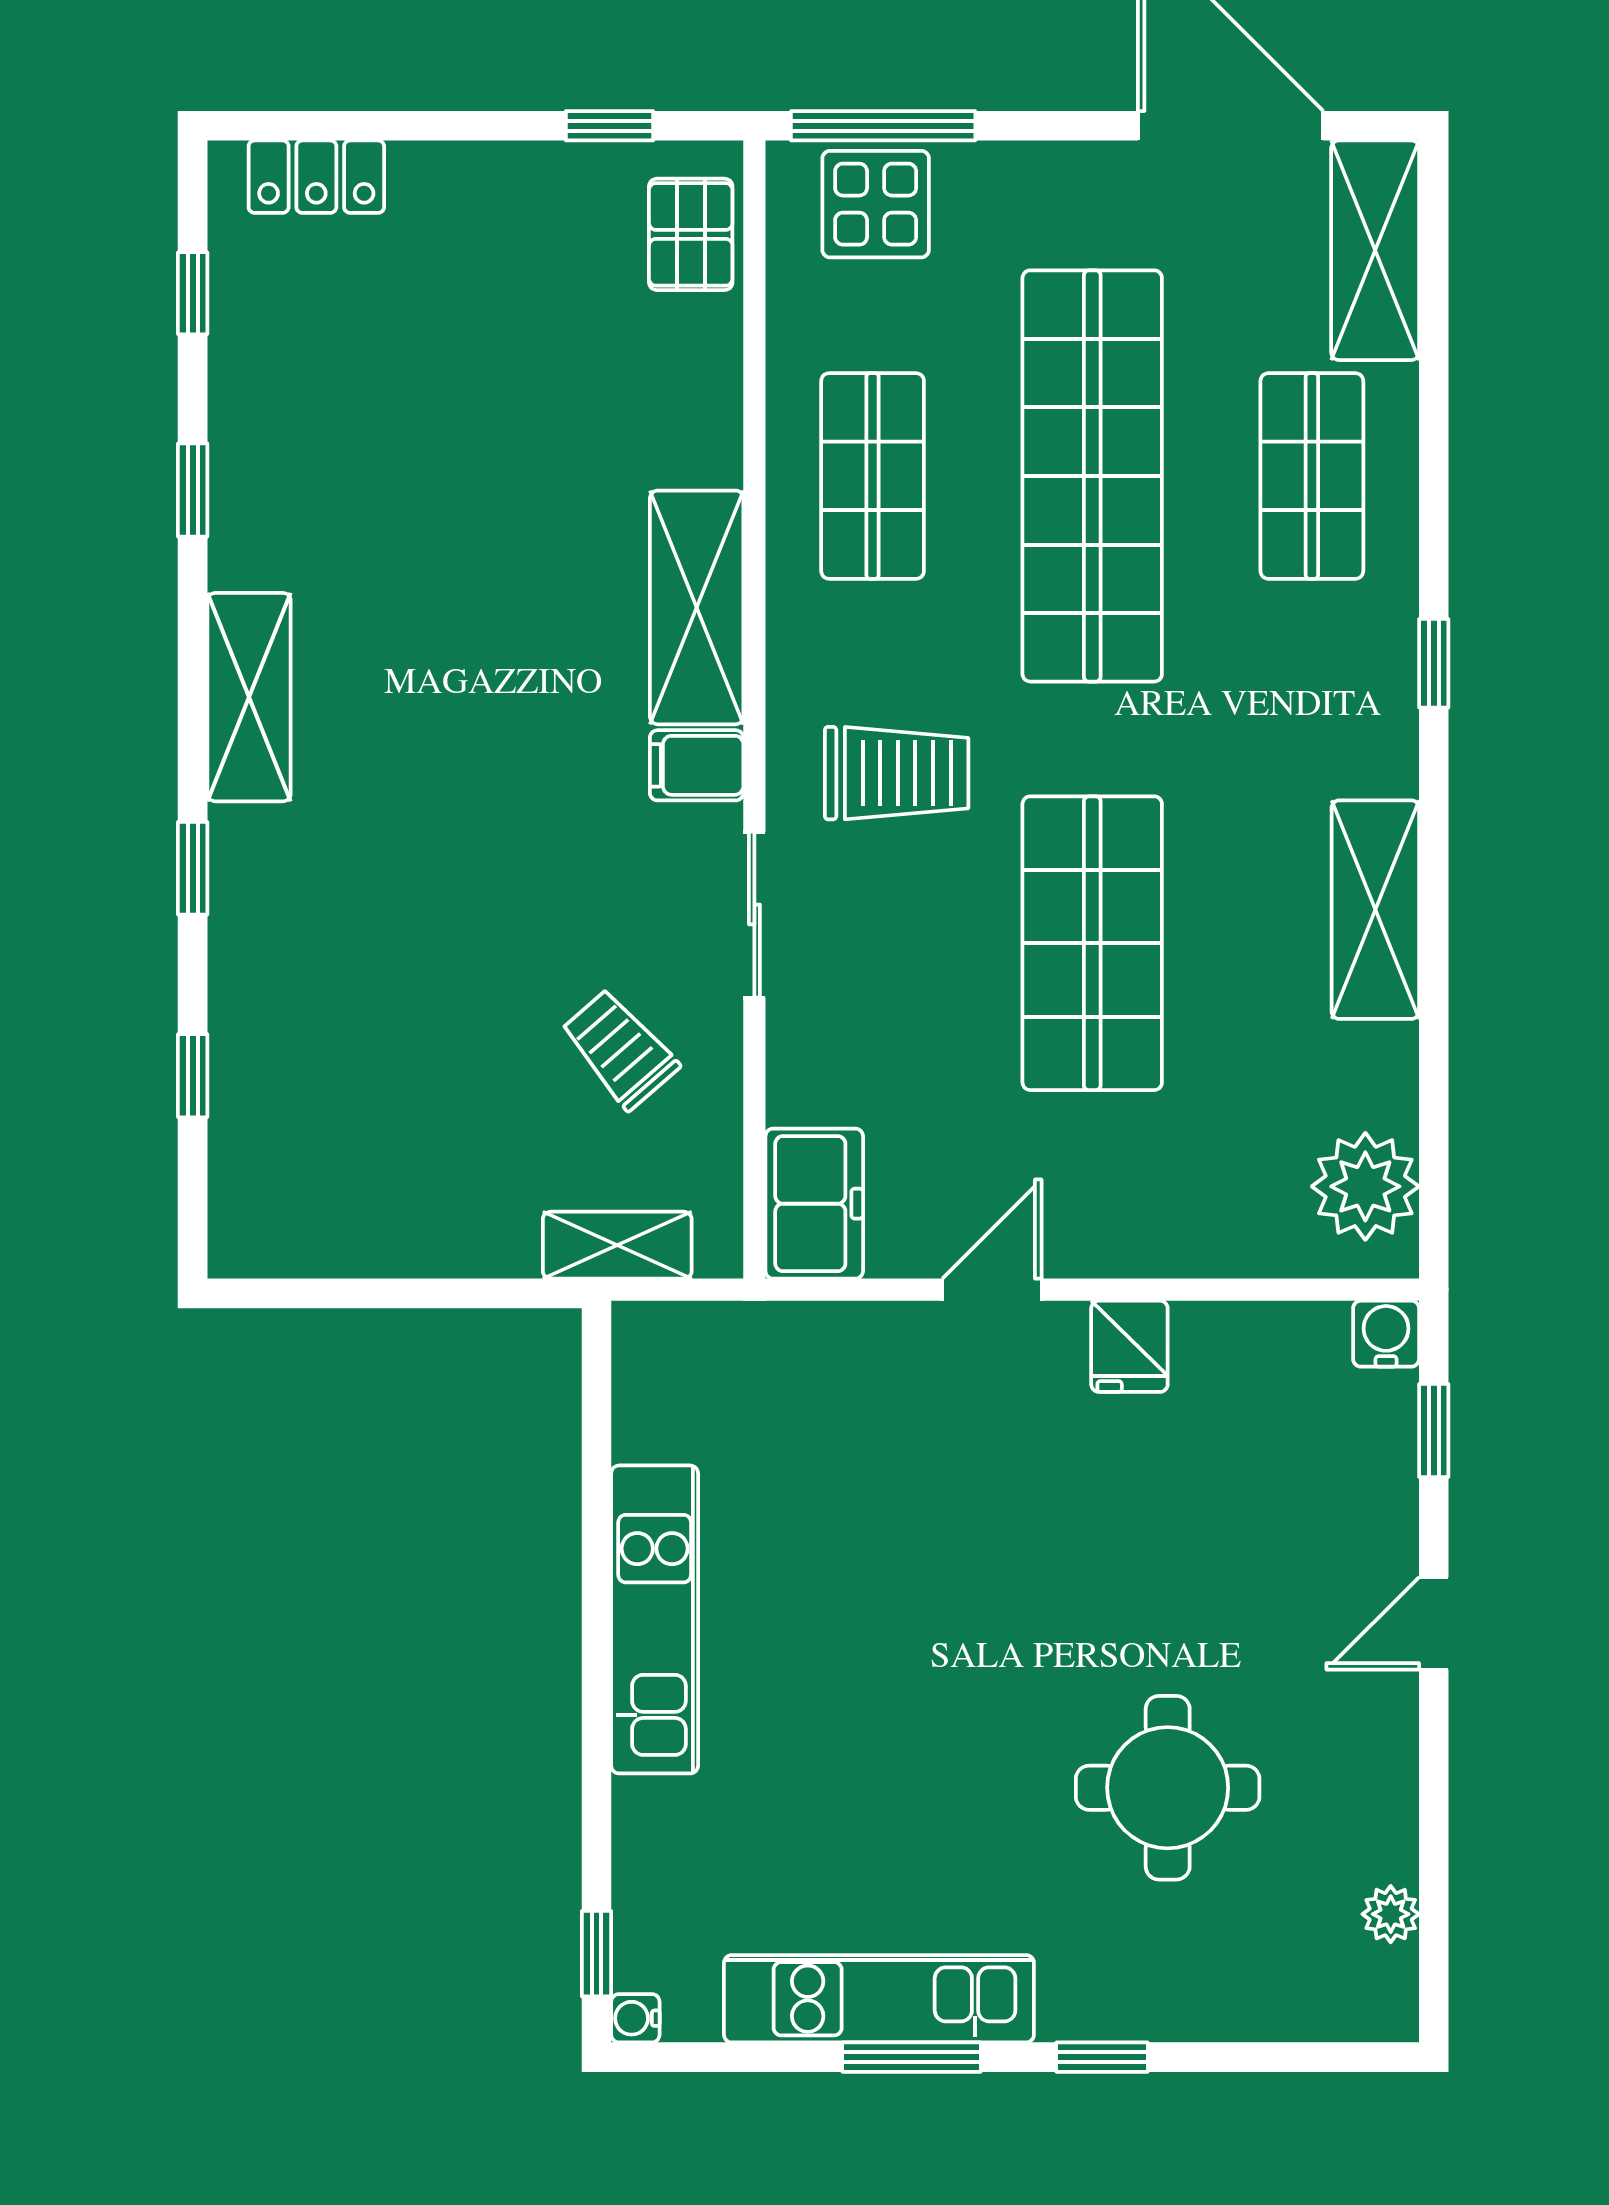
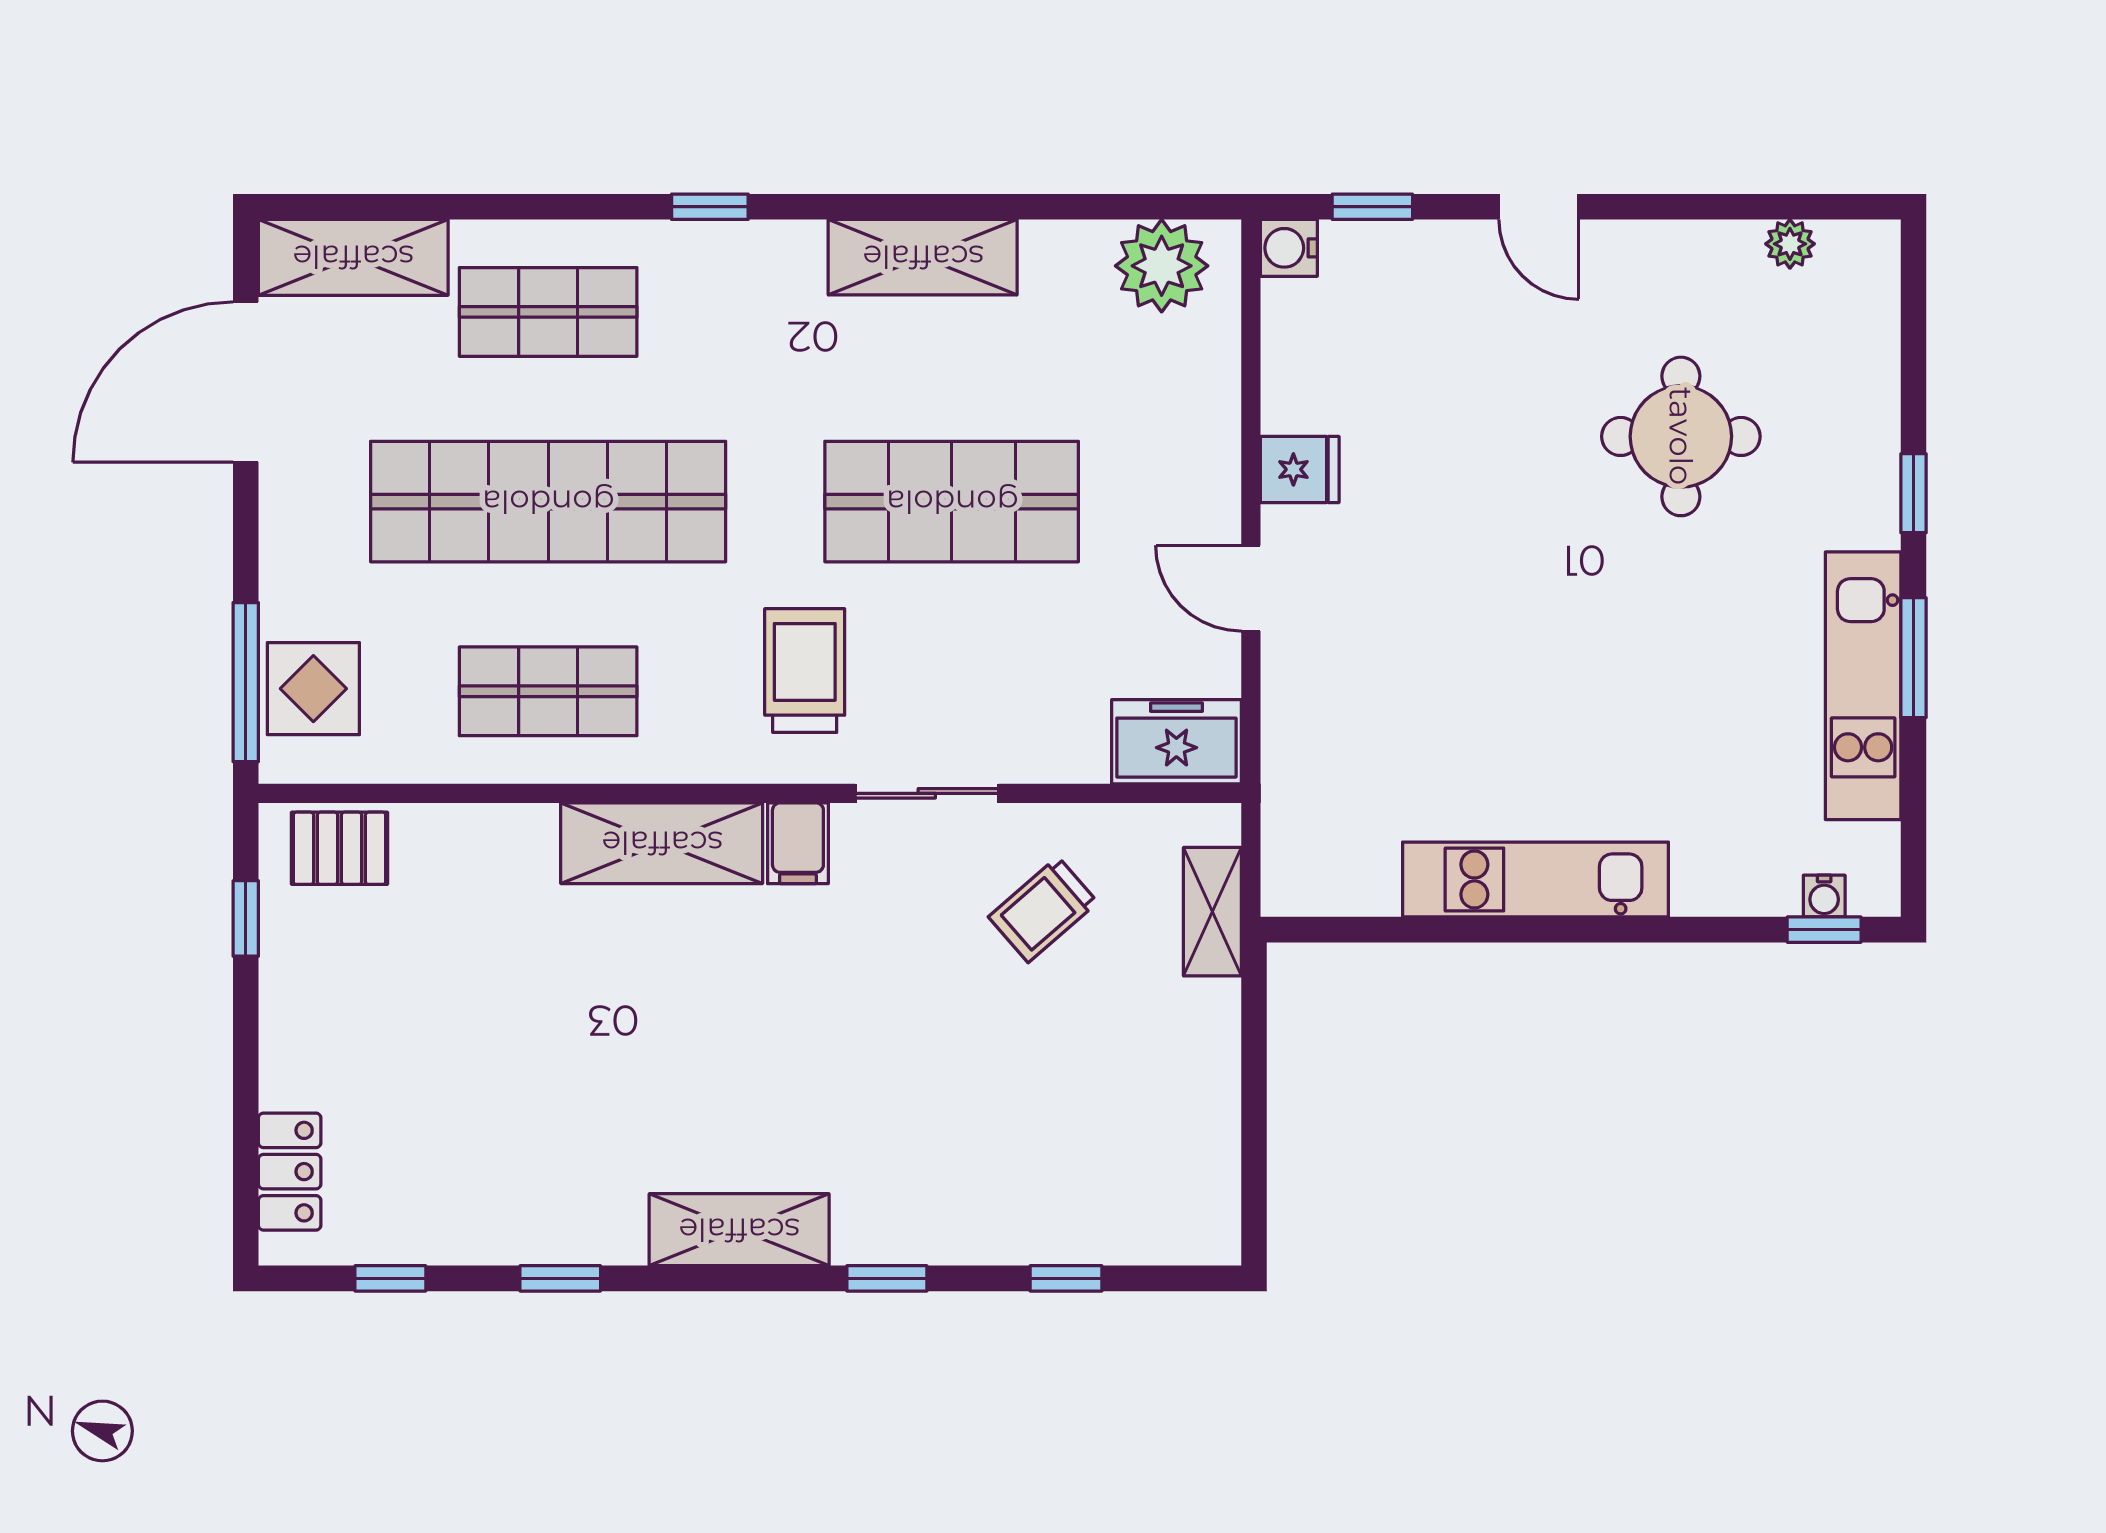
water cooler: (635, 2018) -> (1824, 896), moved

